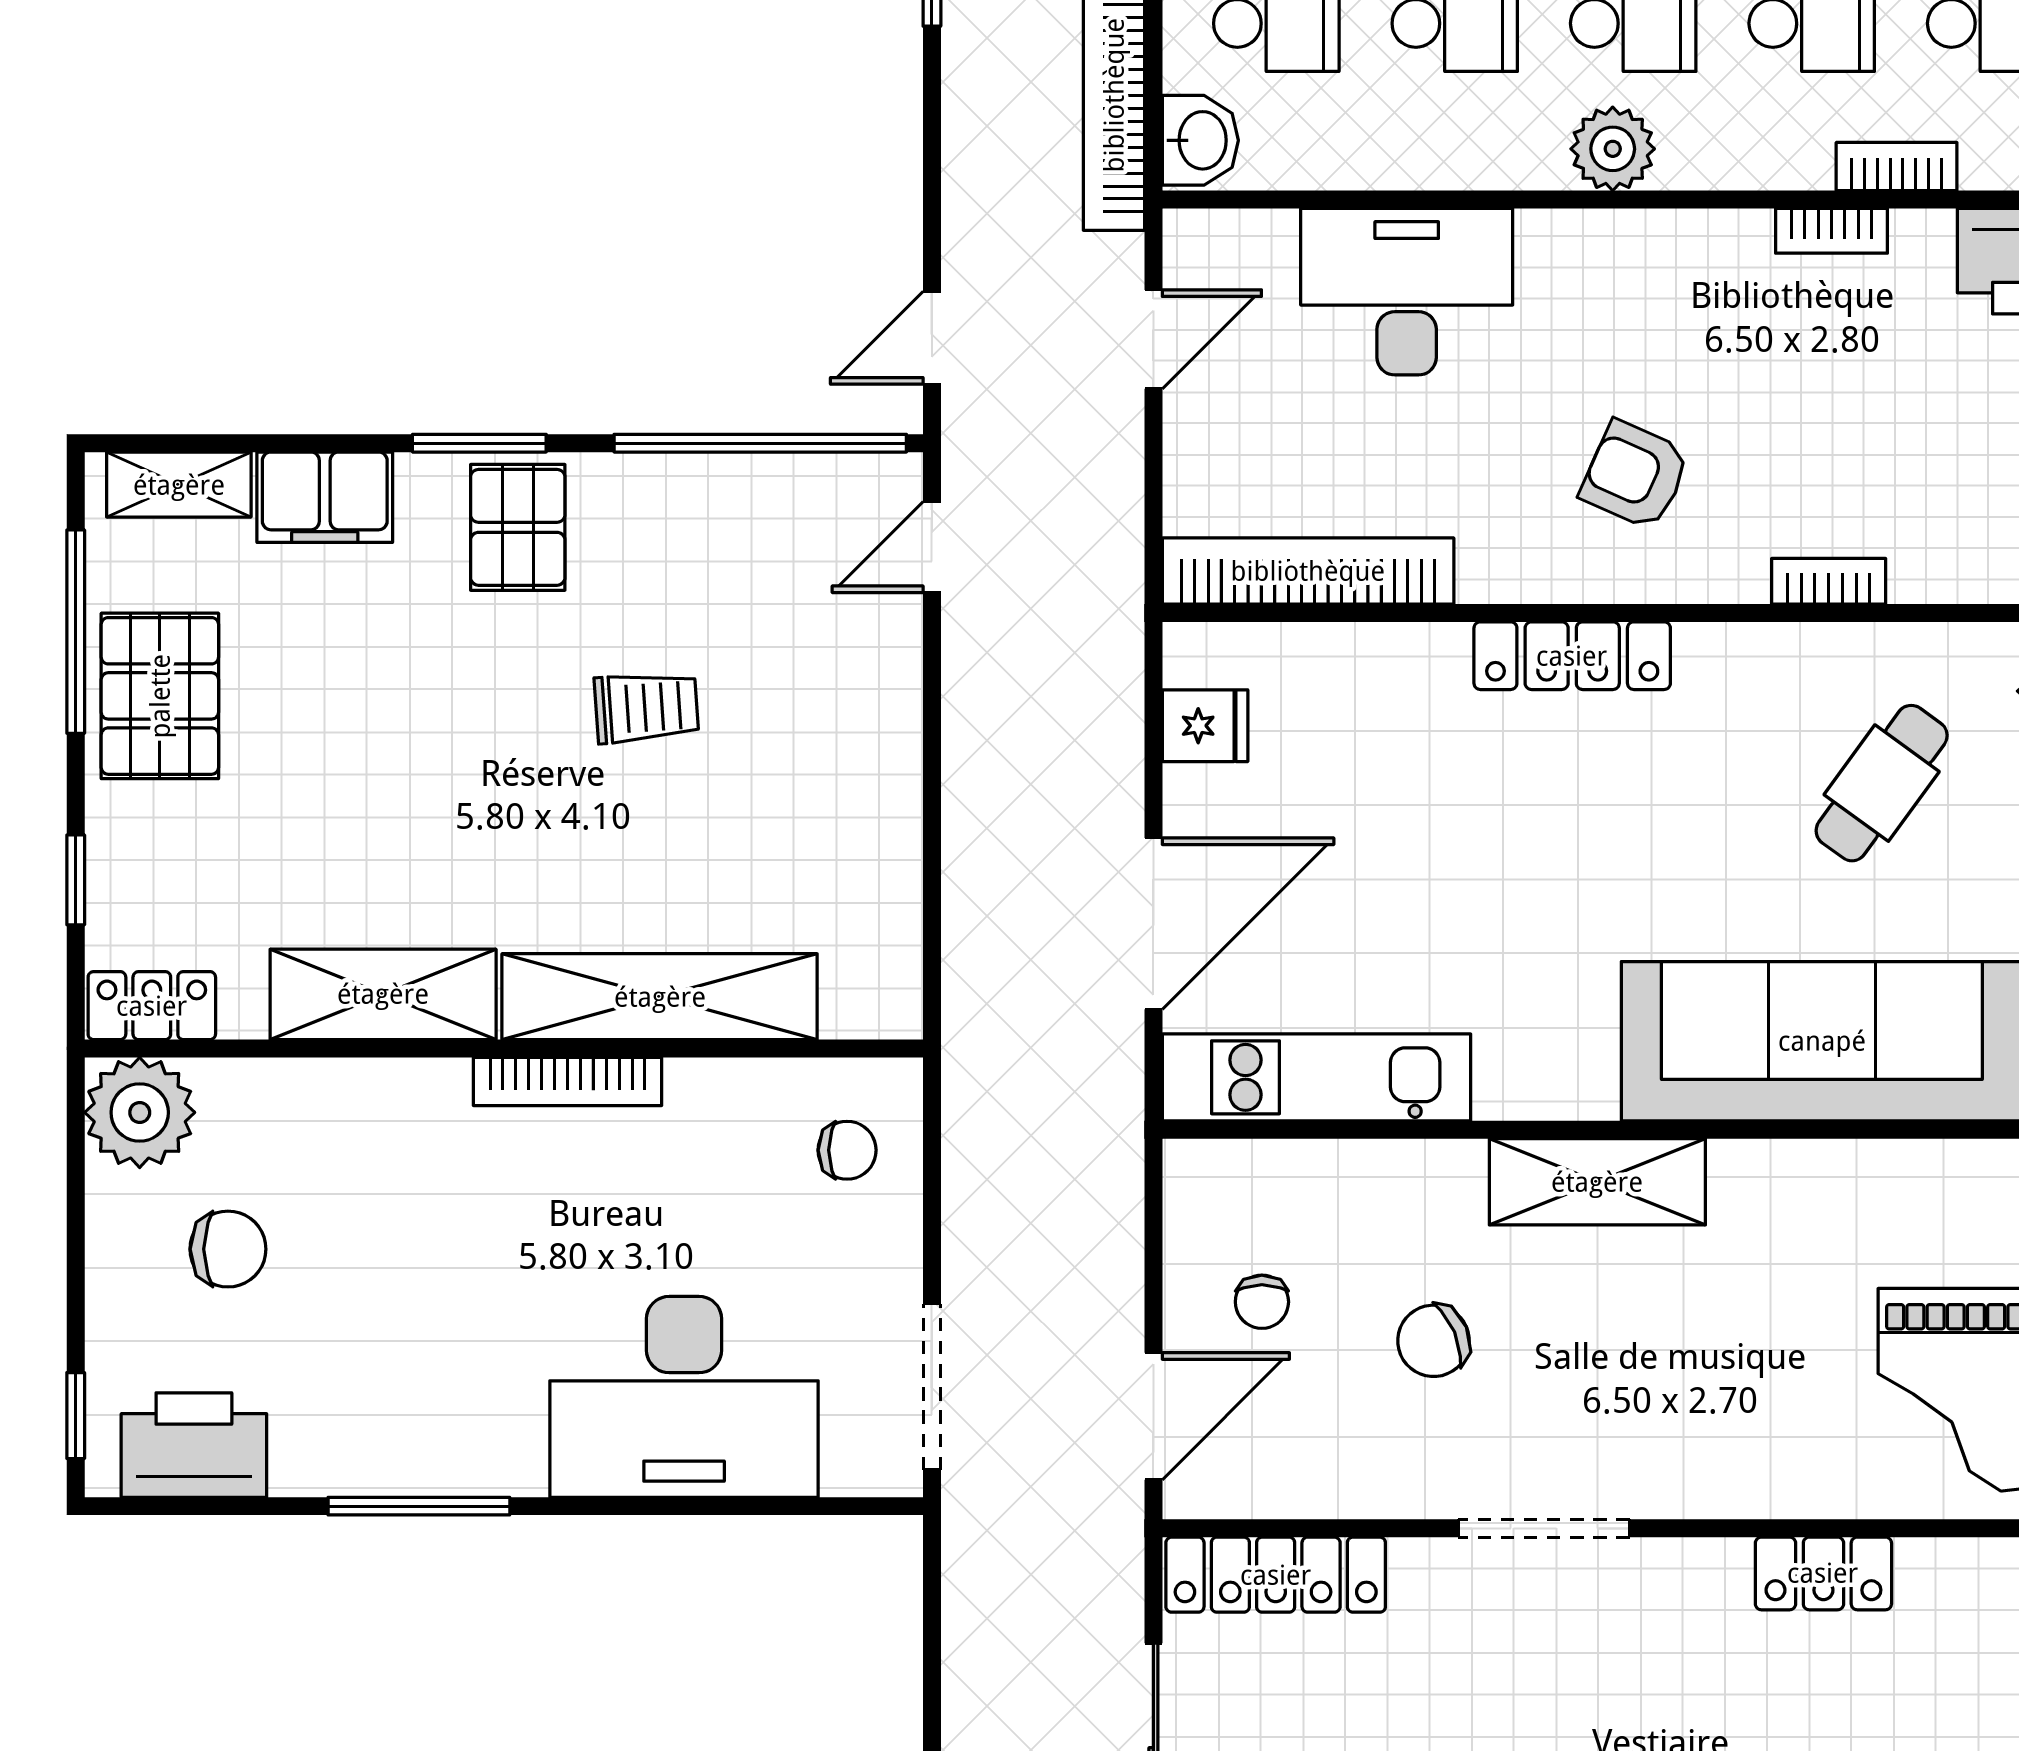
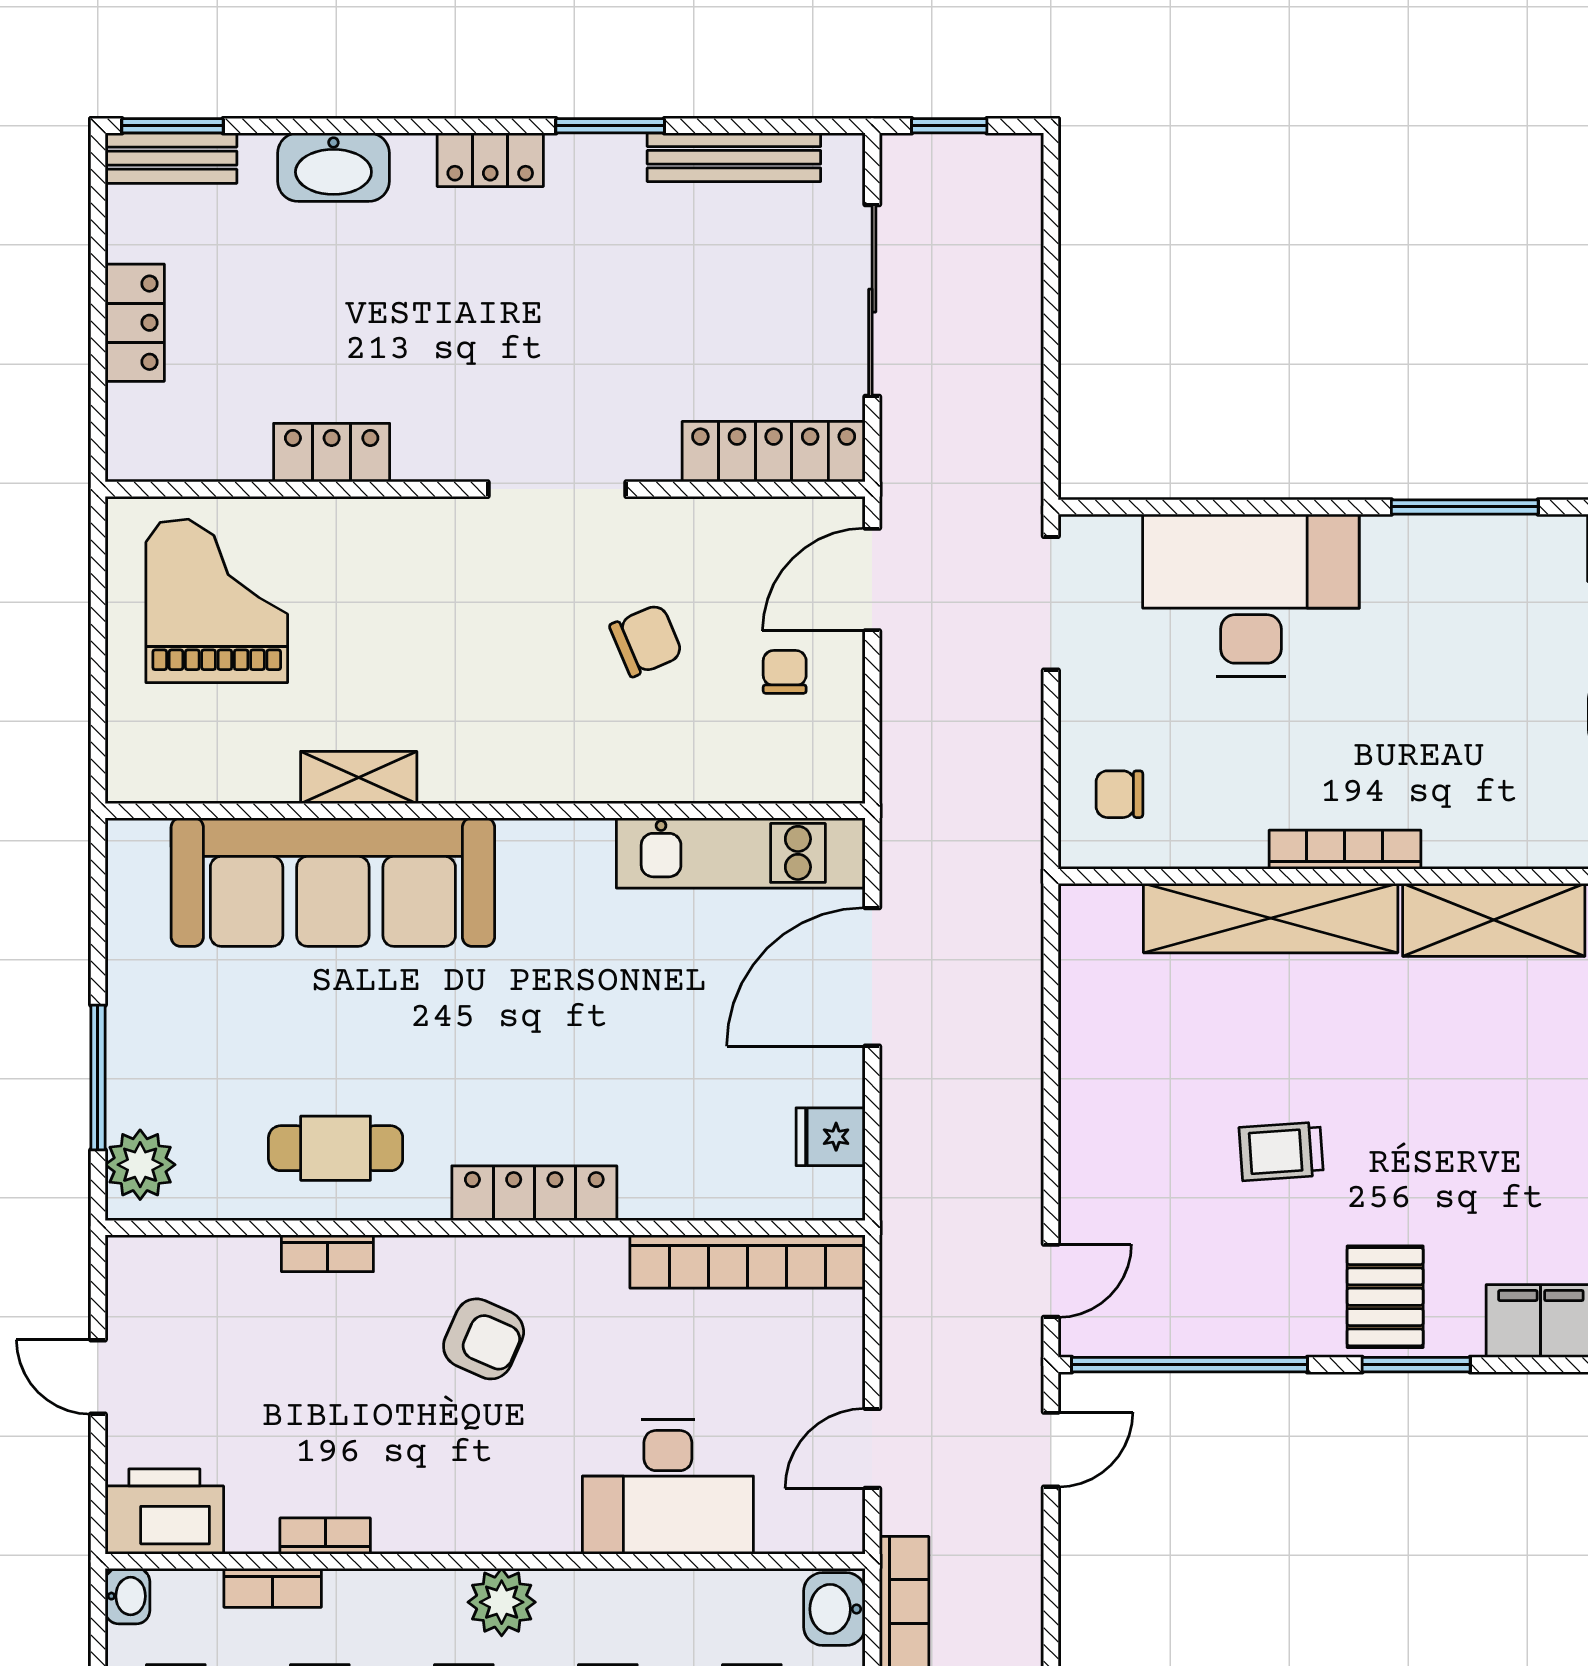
cafe table: (1882, 783) -> (336, 1148), moved, turned 54
shelving: (1597, 1182) -> (359, 777), moved, width x0.67, depth x0.75

